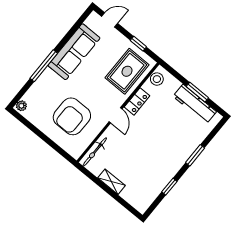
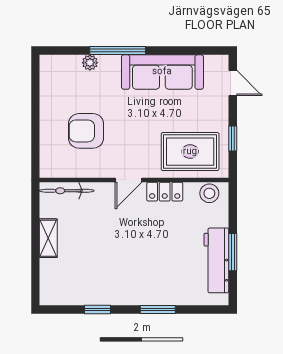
plant: (21, 106) -> (90, 63), moved
armchair: (72, 116) -> (86, 131), width x0.73, depth x0.73

